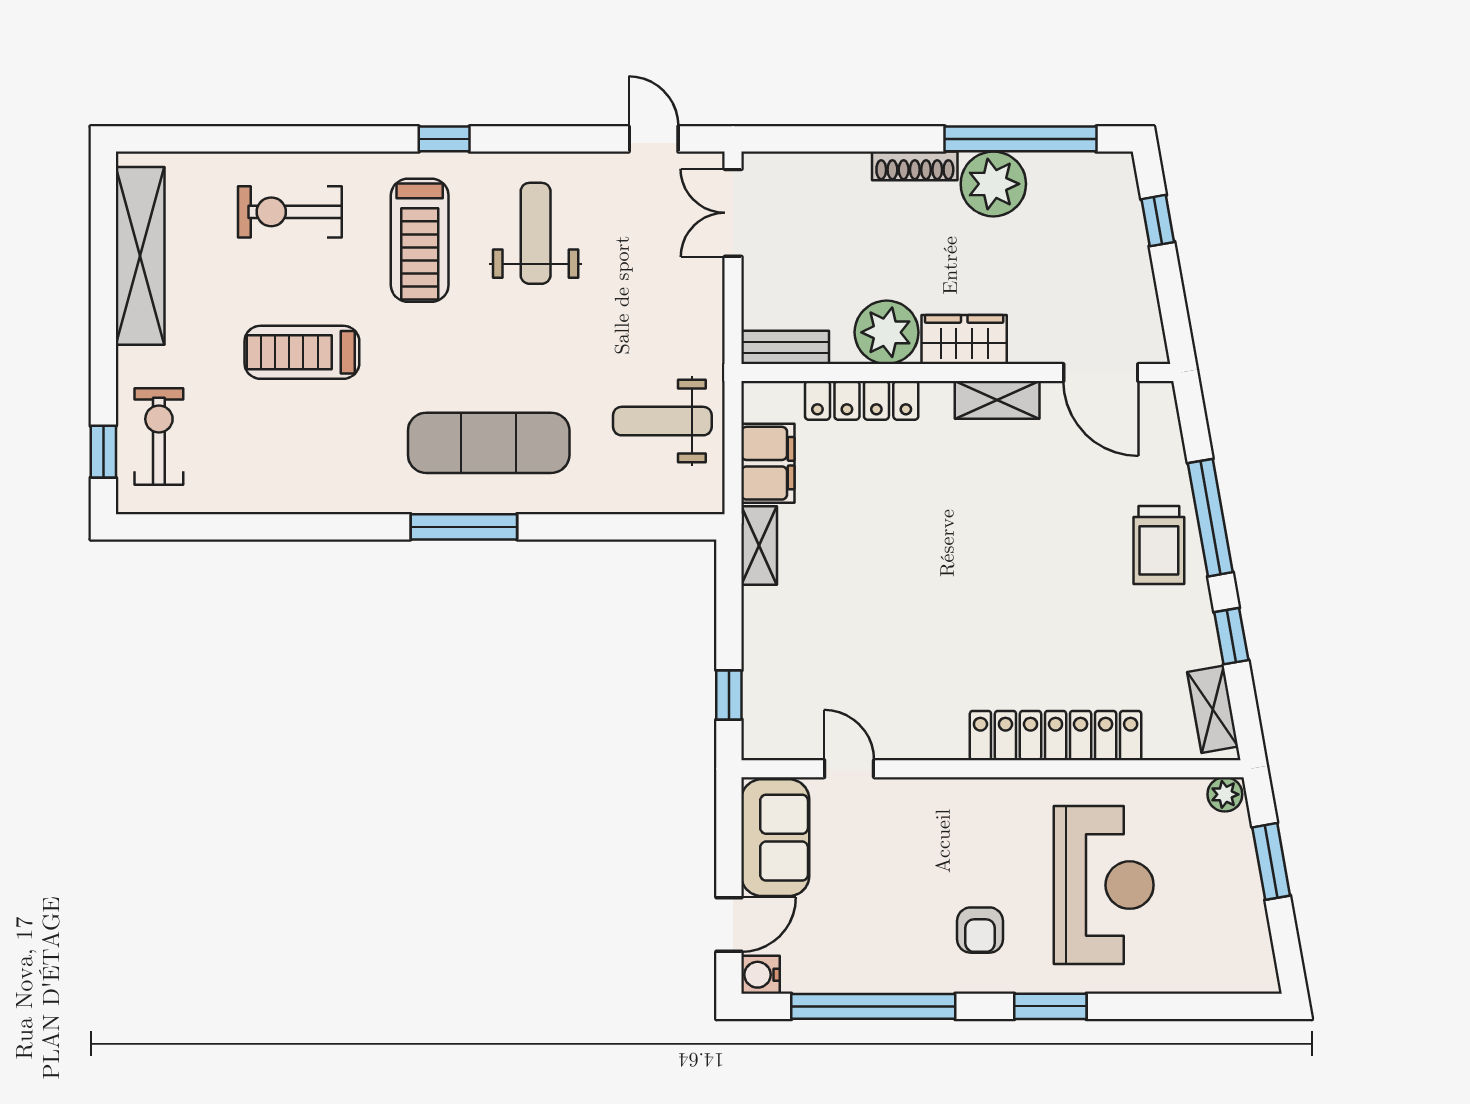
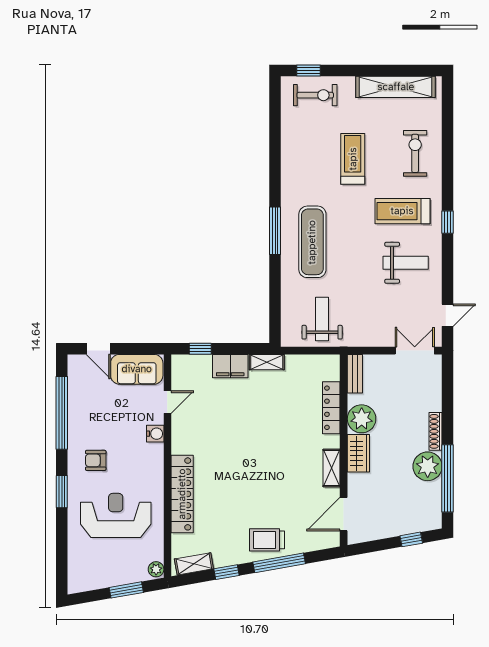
filing cabinet: (768, 463) -> (230, 366), moved
reception desk: (1104, 885) -> (116, 515), turned 180
water cooler: (761, 975) -> (155, 434), moved, turned 90

